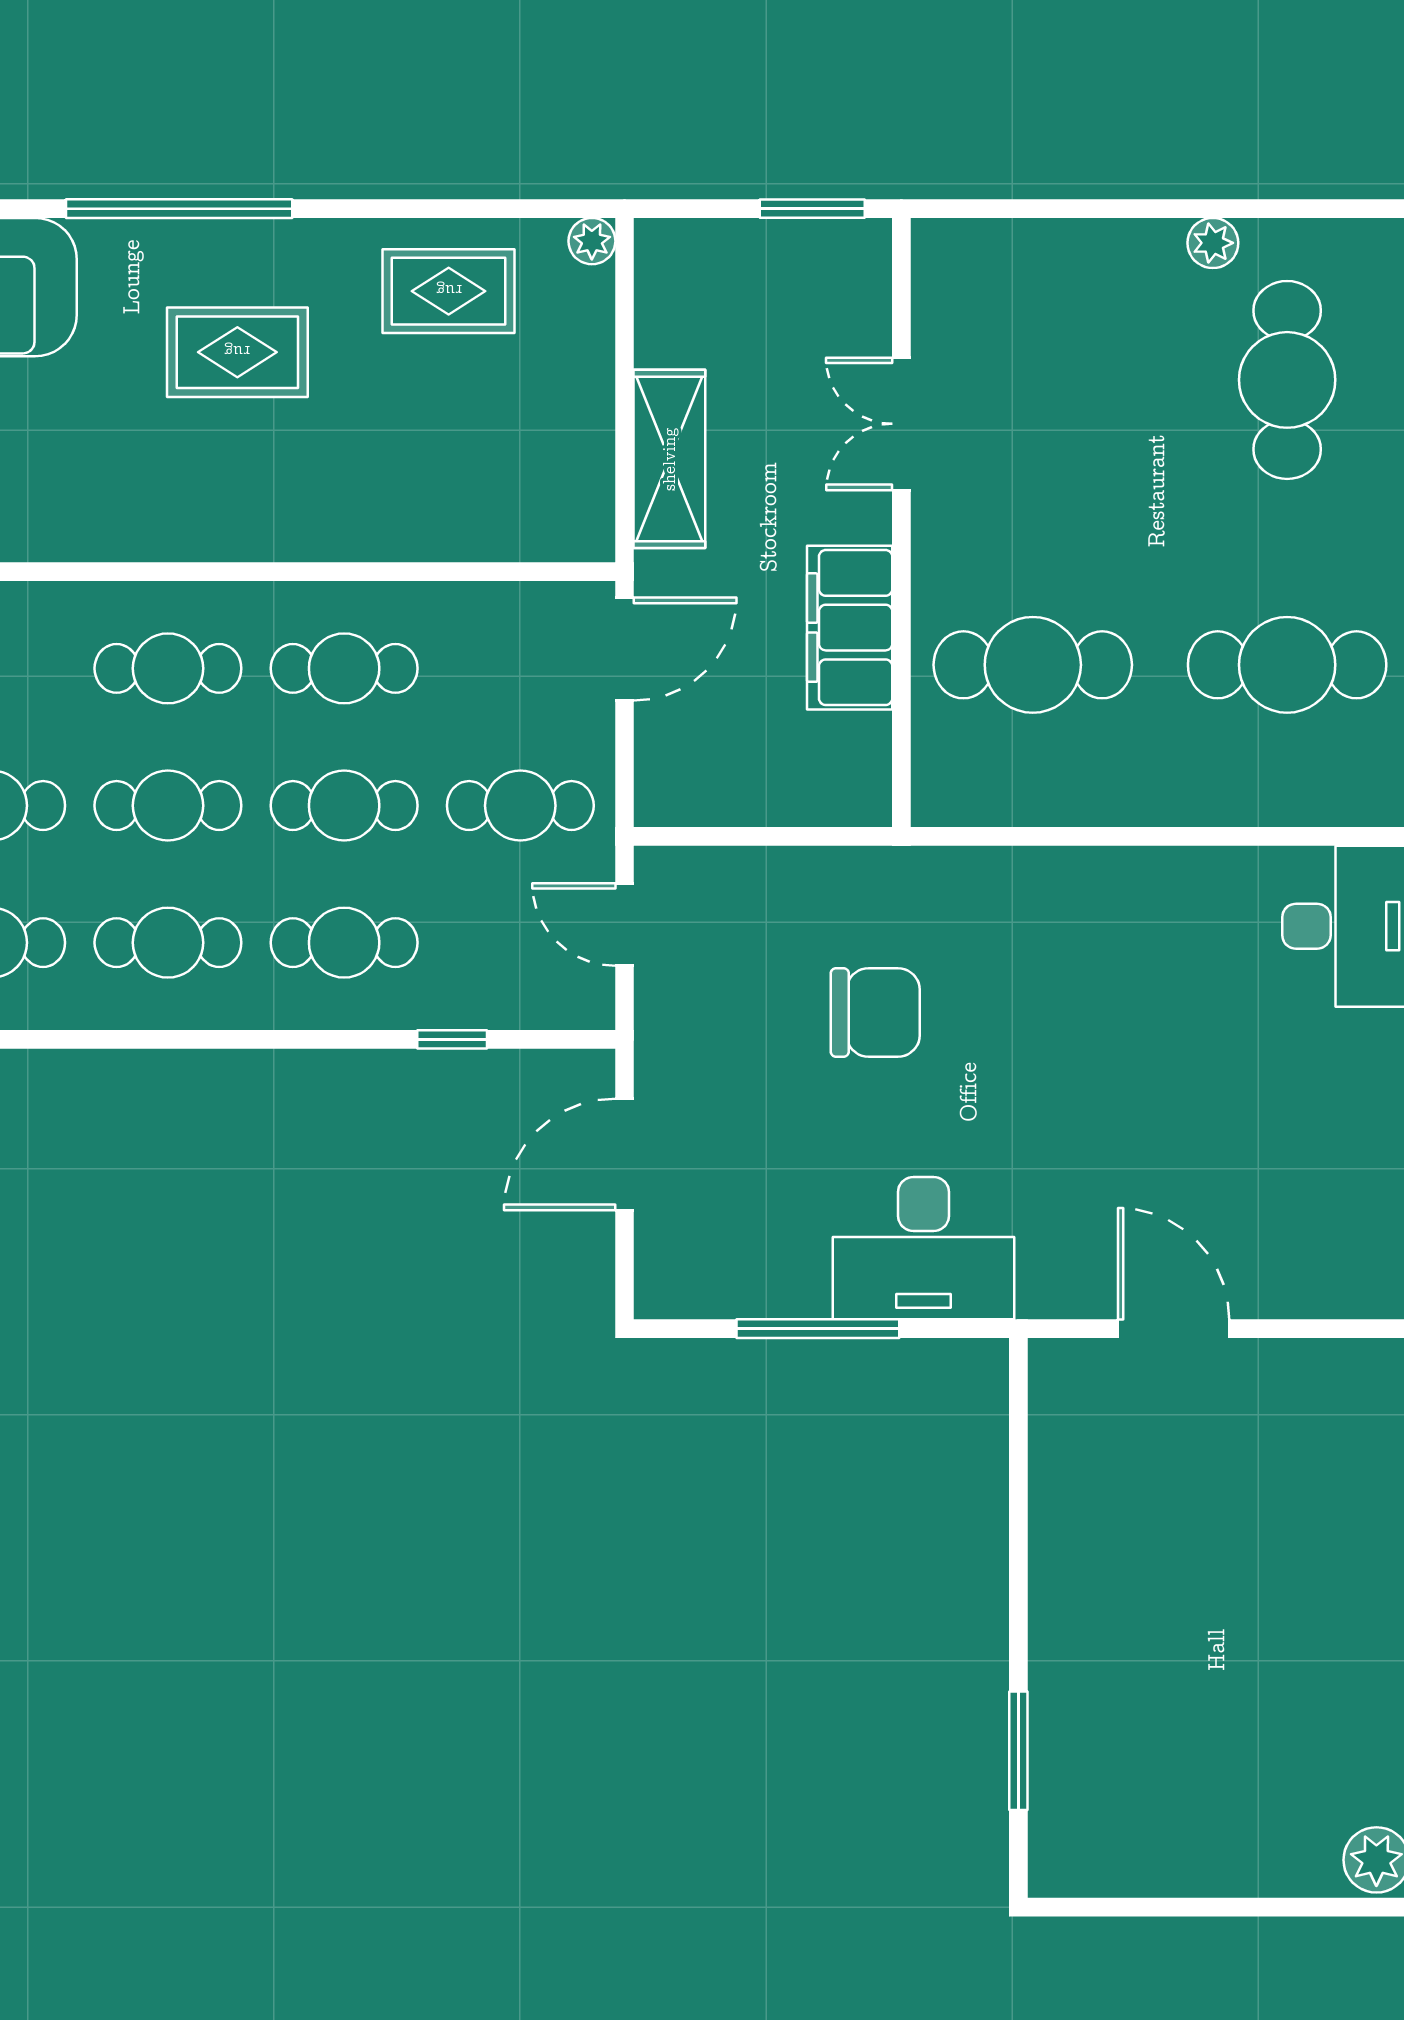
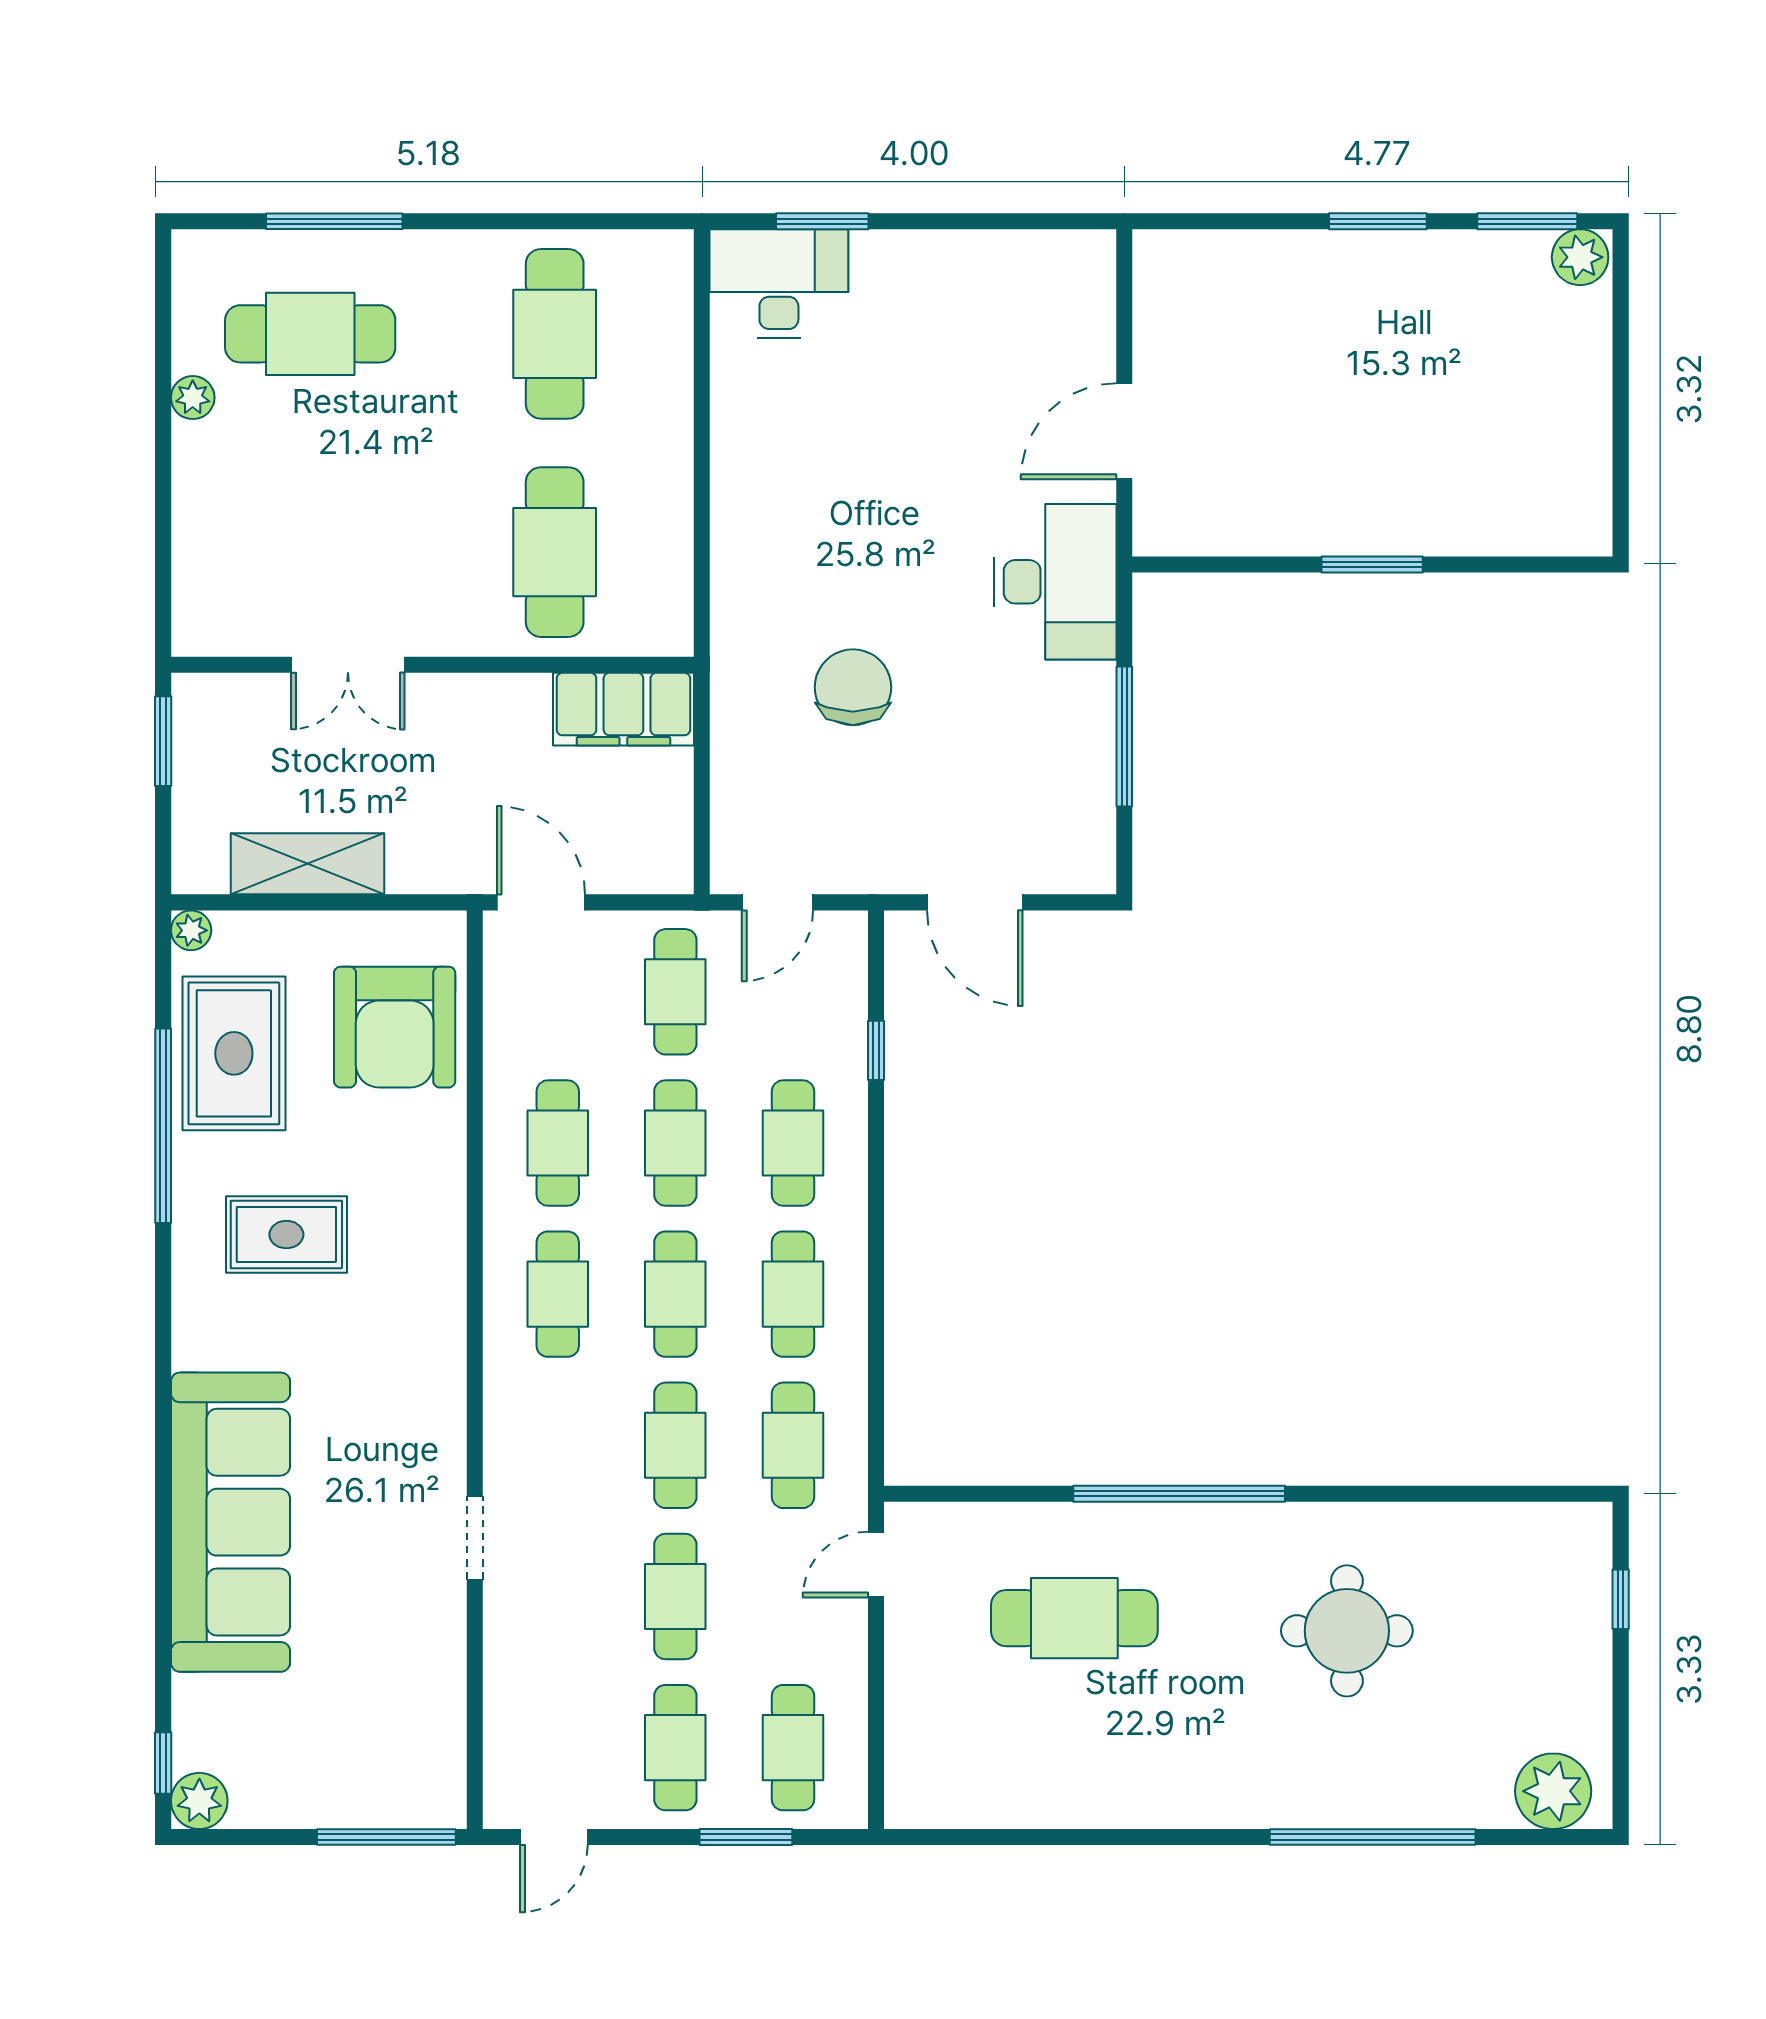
window: (179, 209) -> (163, 1126), moved
rug: (449, 291) -> (234, 1053), width x1.36, depth x1.43
rug: (237, 352) -> (286, 1235), turned 90
shelving: (669, 459) -> (307, 864), moved
armchair: (479, 478) -> (395, 1027), added
filing cabinet: (850, 628) -> (623, 709), moved
desk: (924, 1248) -> (1055, 582), moved
window: (1018, 1751) -> (1372, 564), moved

